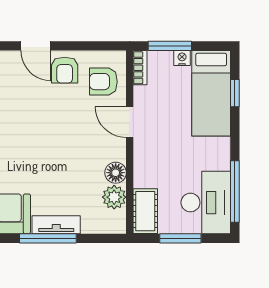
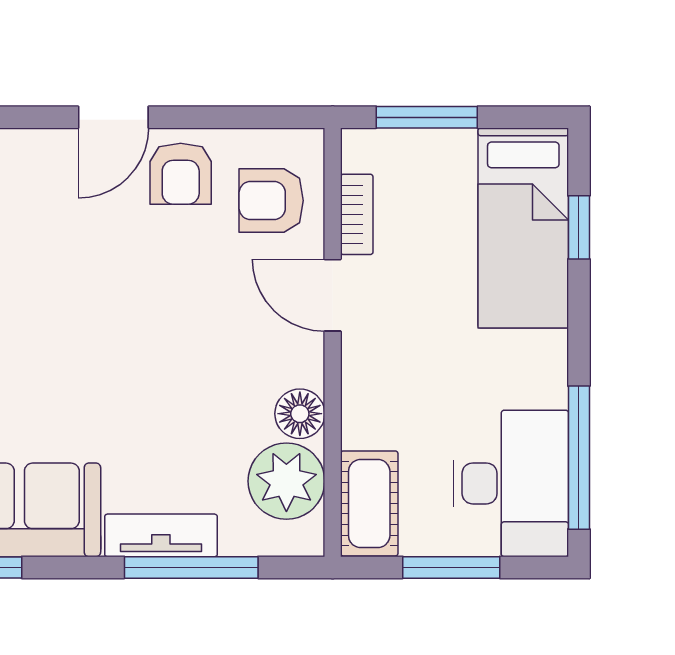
door: (36, 46) -> (113, 117), hinge flipped
nightstand: (182, 58) -> (455, 146), removed
bookcase: (140, 68) -> (357, 214), moved
plant: (114, 197) -> (286, 481), width x1.36, depth x1.36
window: (48, 238) -> (191, 567), moved

